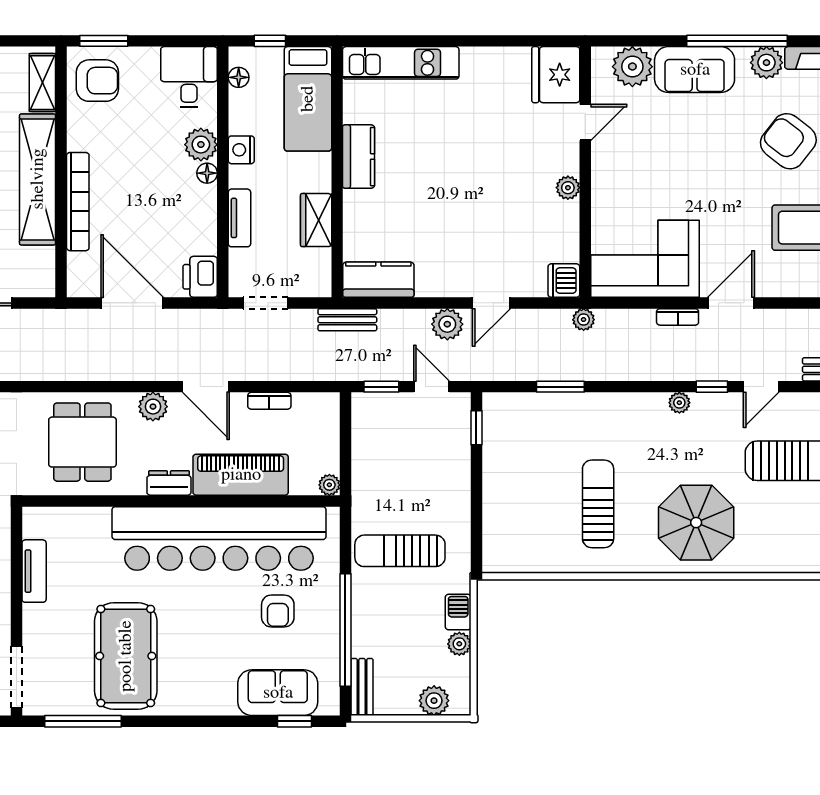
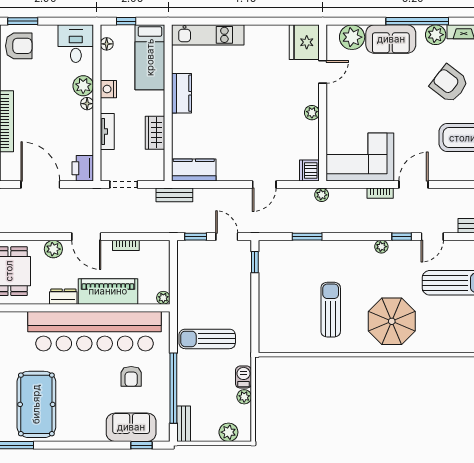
plant: (447, 324) -> (237, 198), removed

